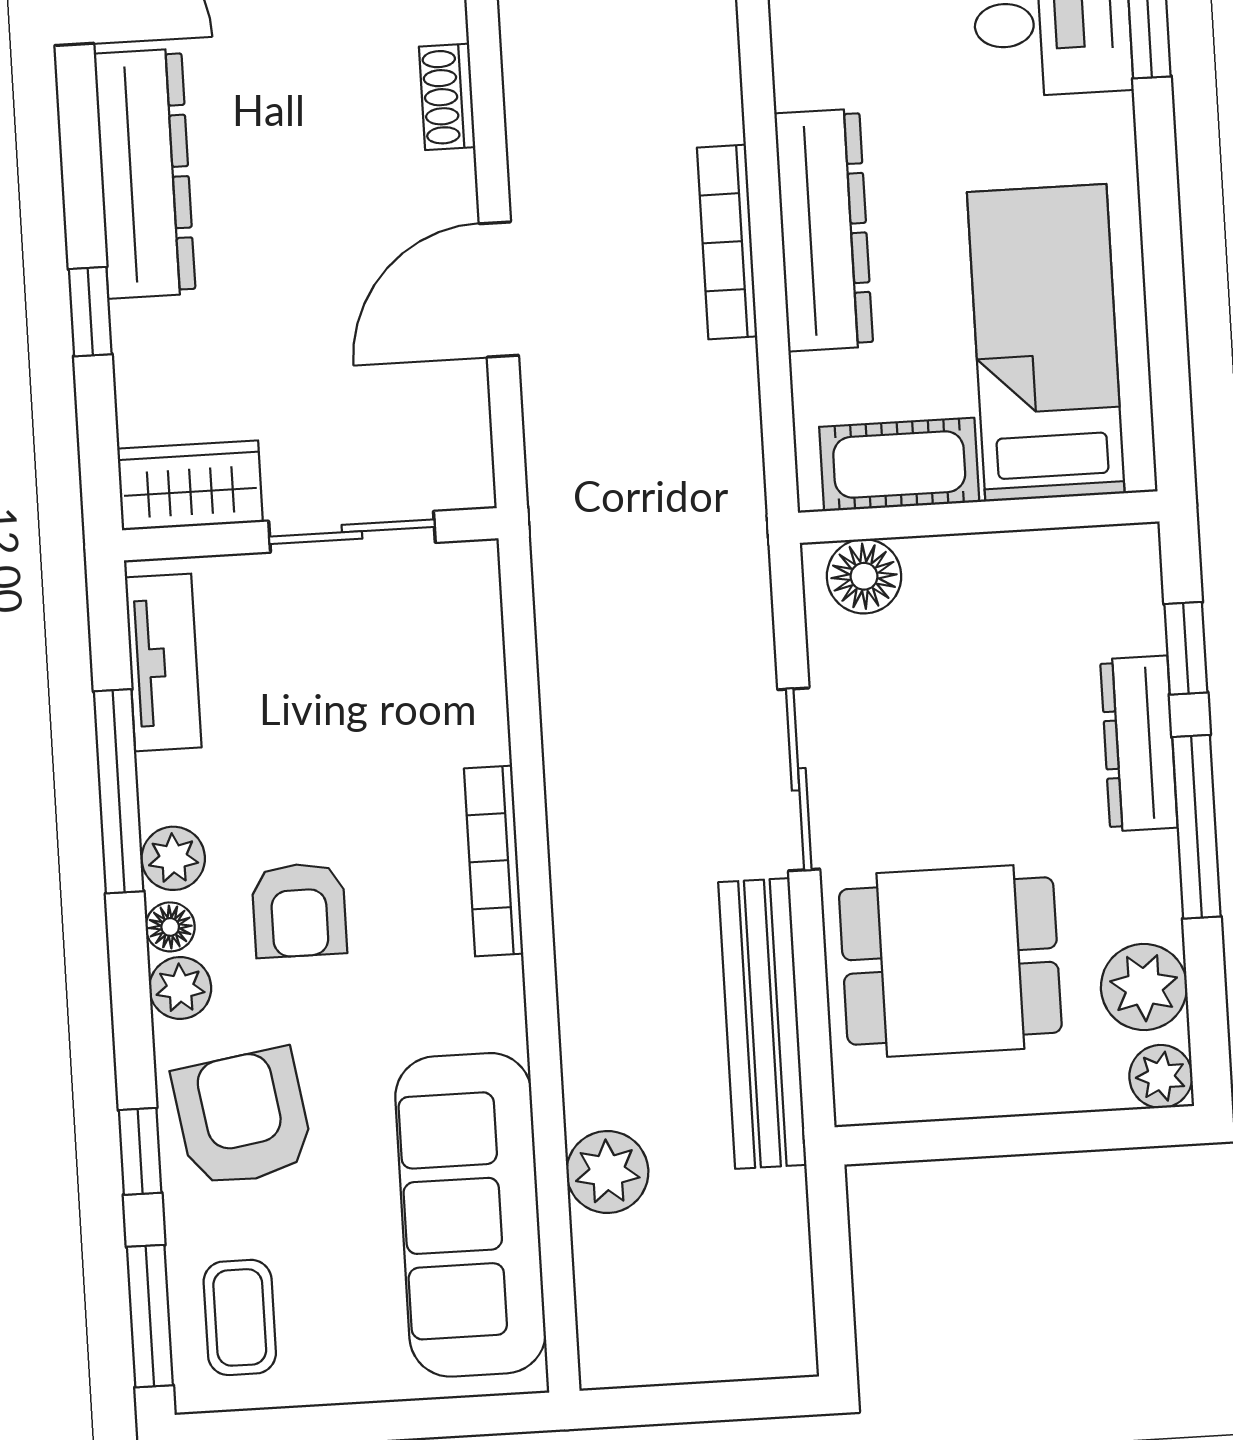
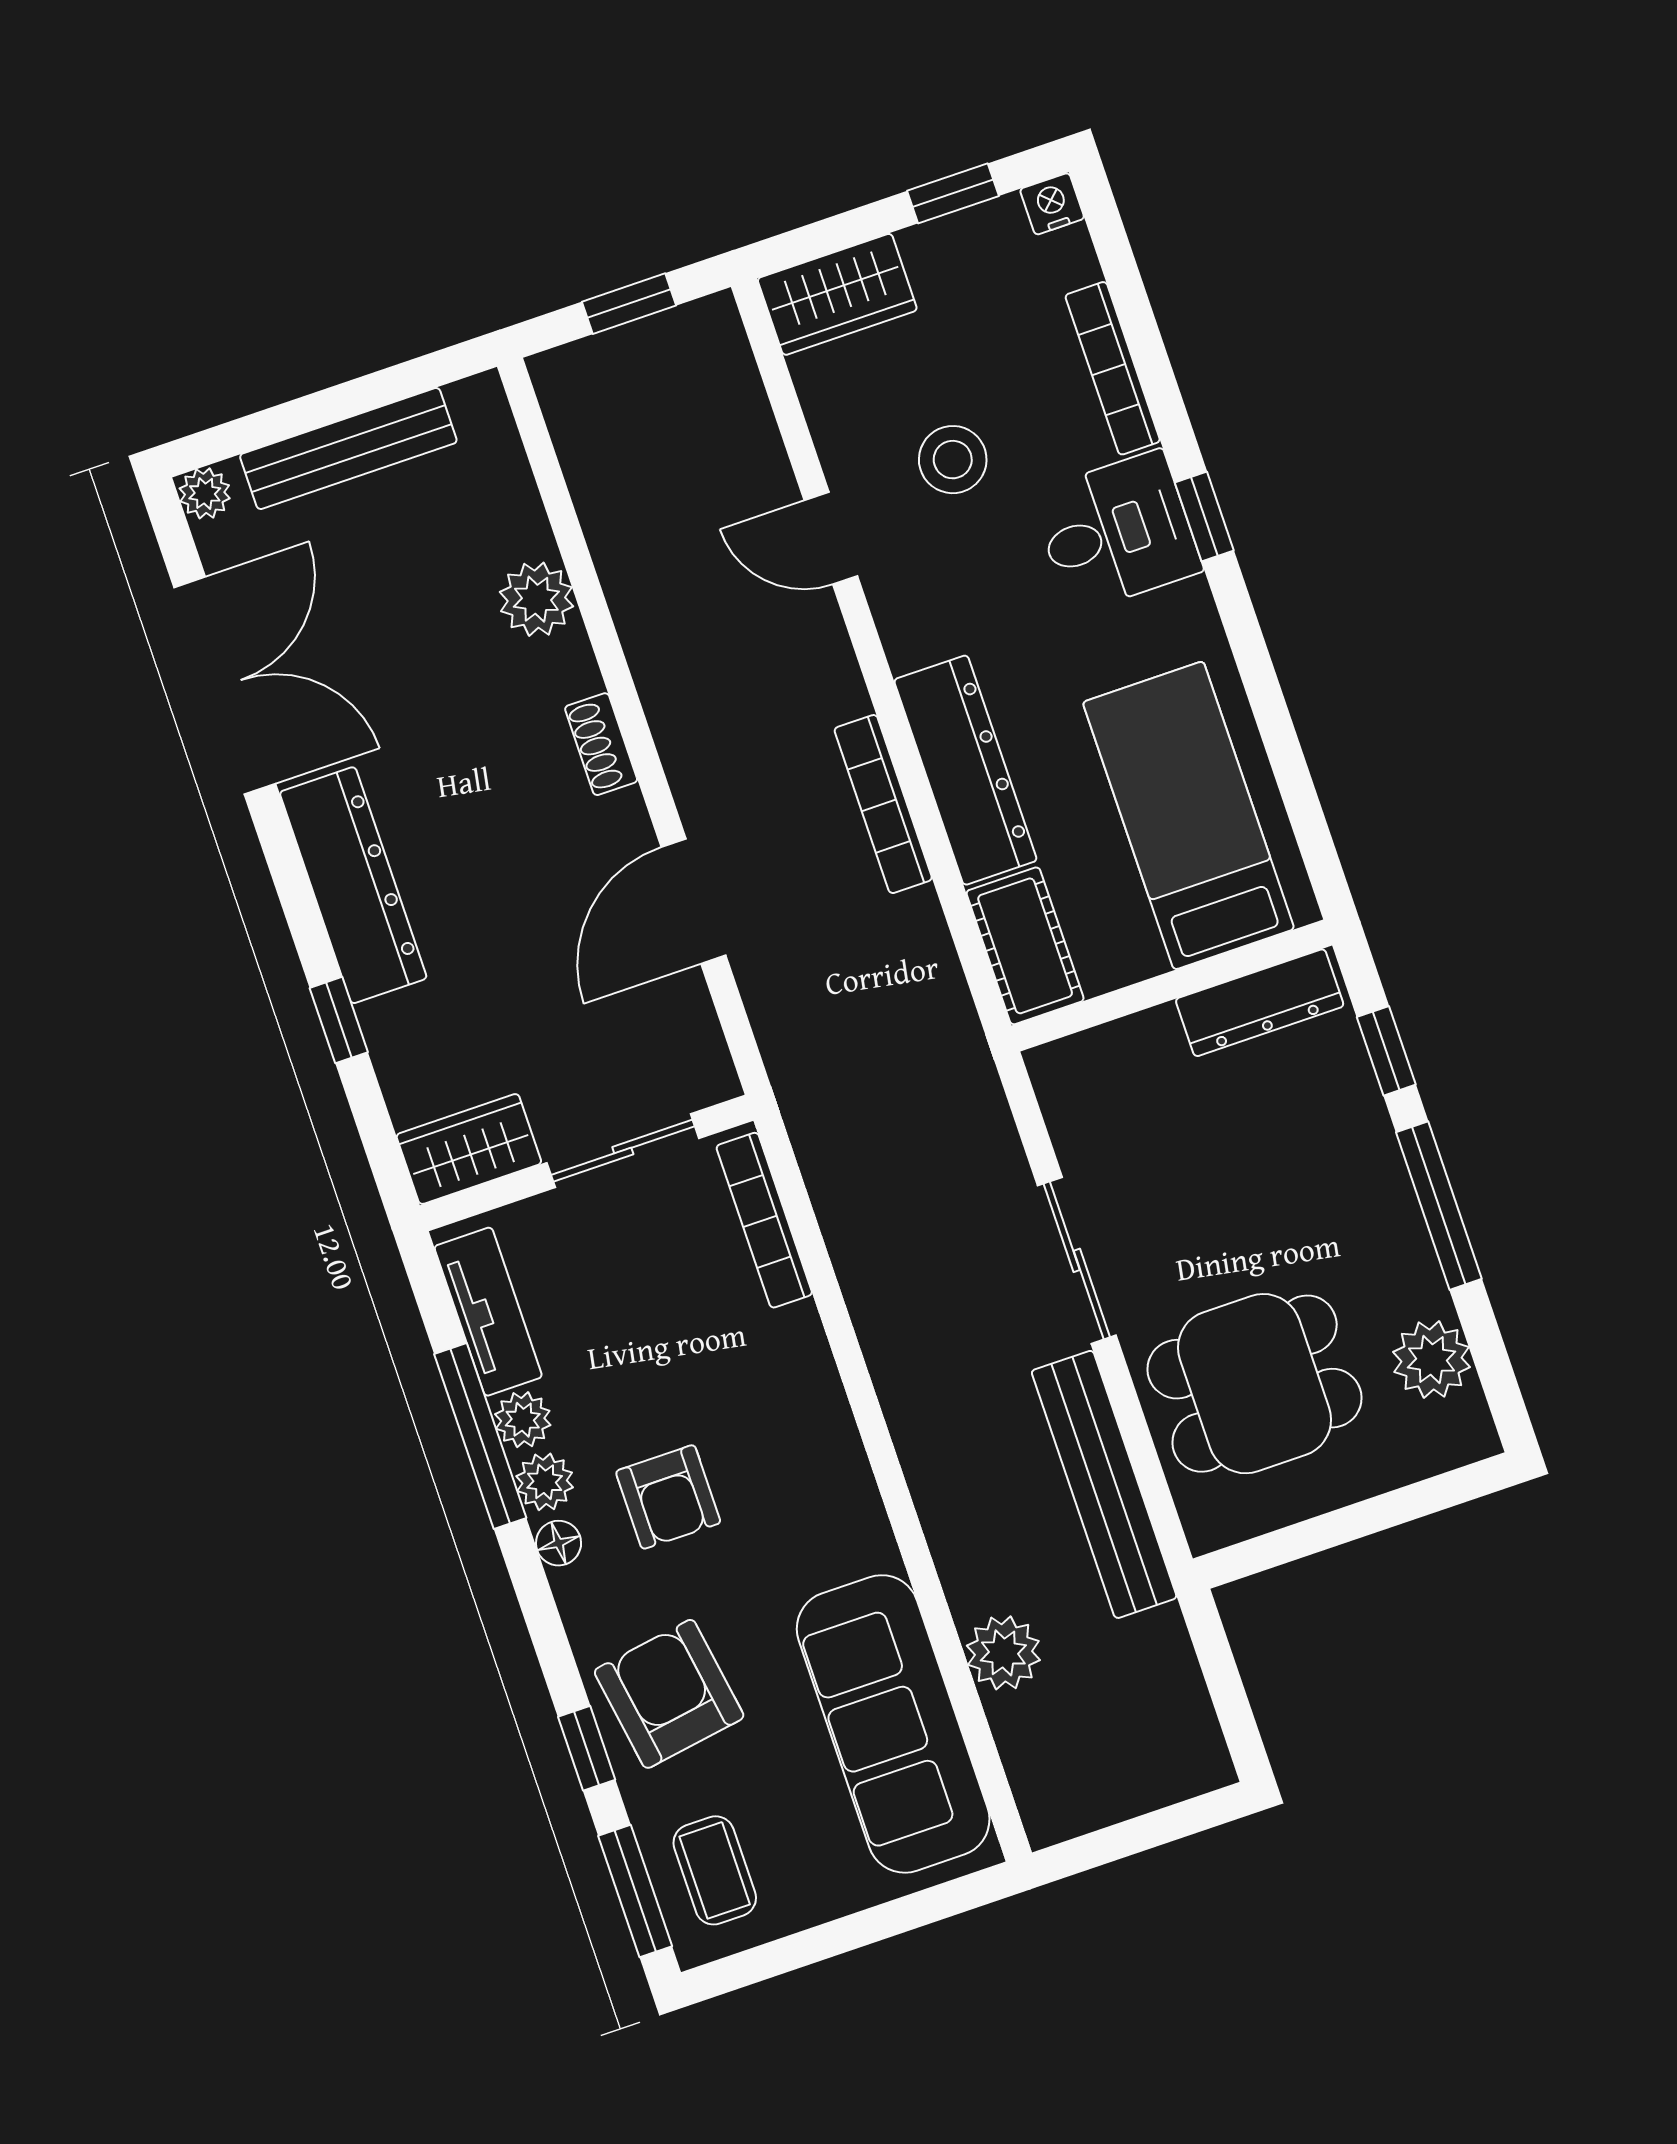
cot: (899, 464) -> (1025, 946), moved, turned 90
floor lamp: (864, 576) -> (1085, 1065), removed
dresser: (1139, 743) -> (1260, 1003), moved, turned -90
bookcase: (494, 861) -> (764, 1220), moved
plant: (180, 988) -> (523, 1420), moved
plant: (1161, 1076) -> (1468, 1434), removed

